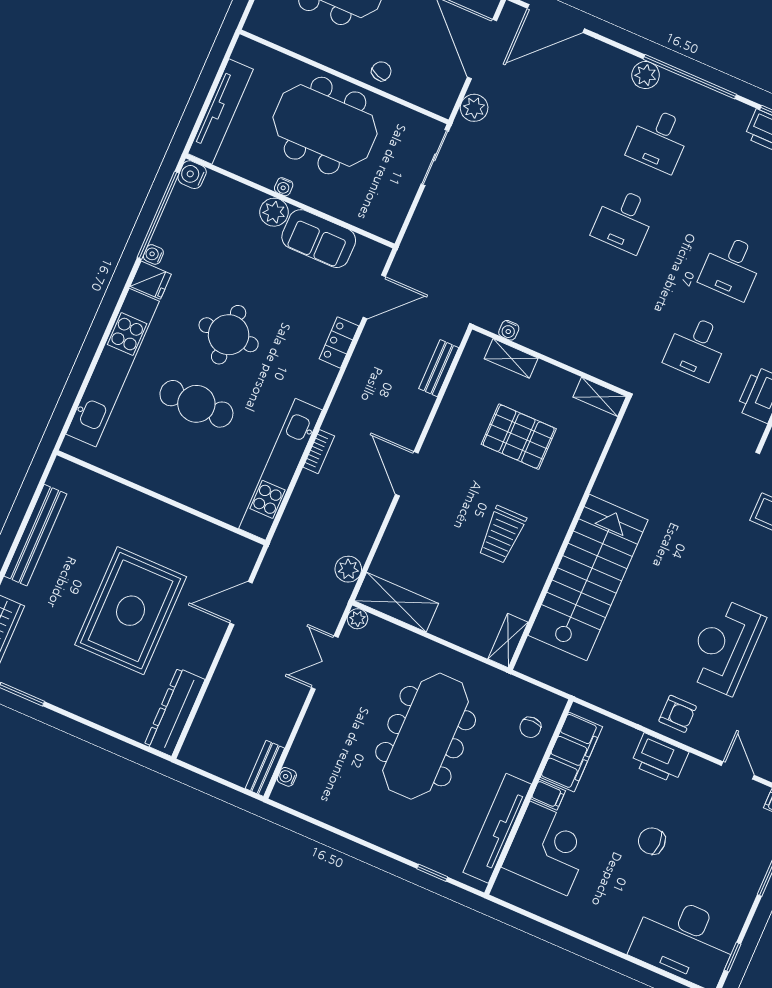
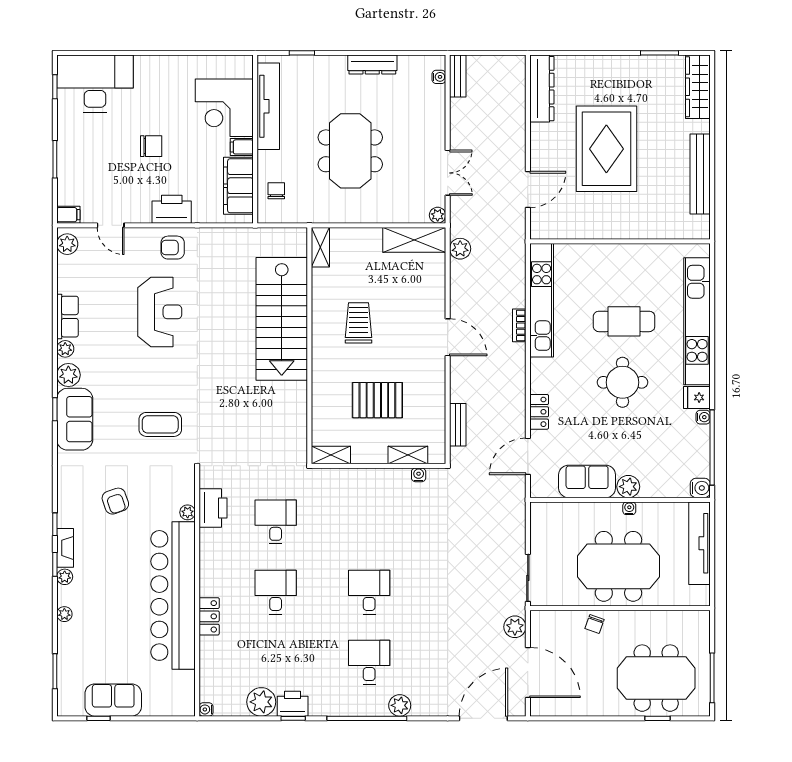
meeting table: (426, 736) -> (350, 151), width x0.73
dresser: (357, 824) -> (372, 65), added

